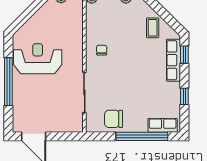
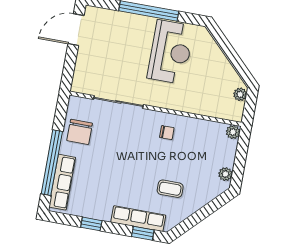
coffee table: (153, 28) -> (170, 189), moved
chair: (114, 119) -> (80, 132), turned 180
row of seats: (163, 125) -> (62, 182), width x1.48

